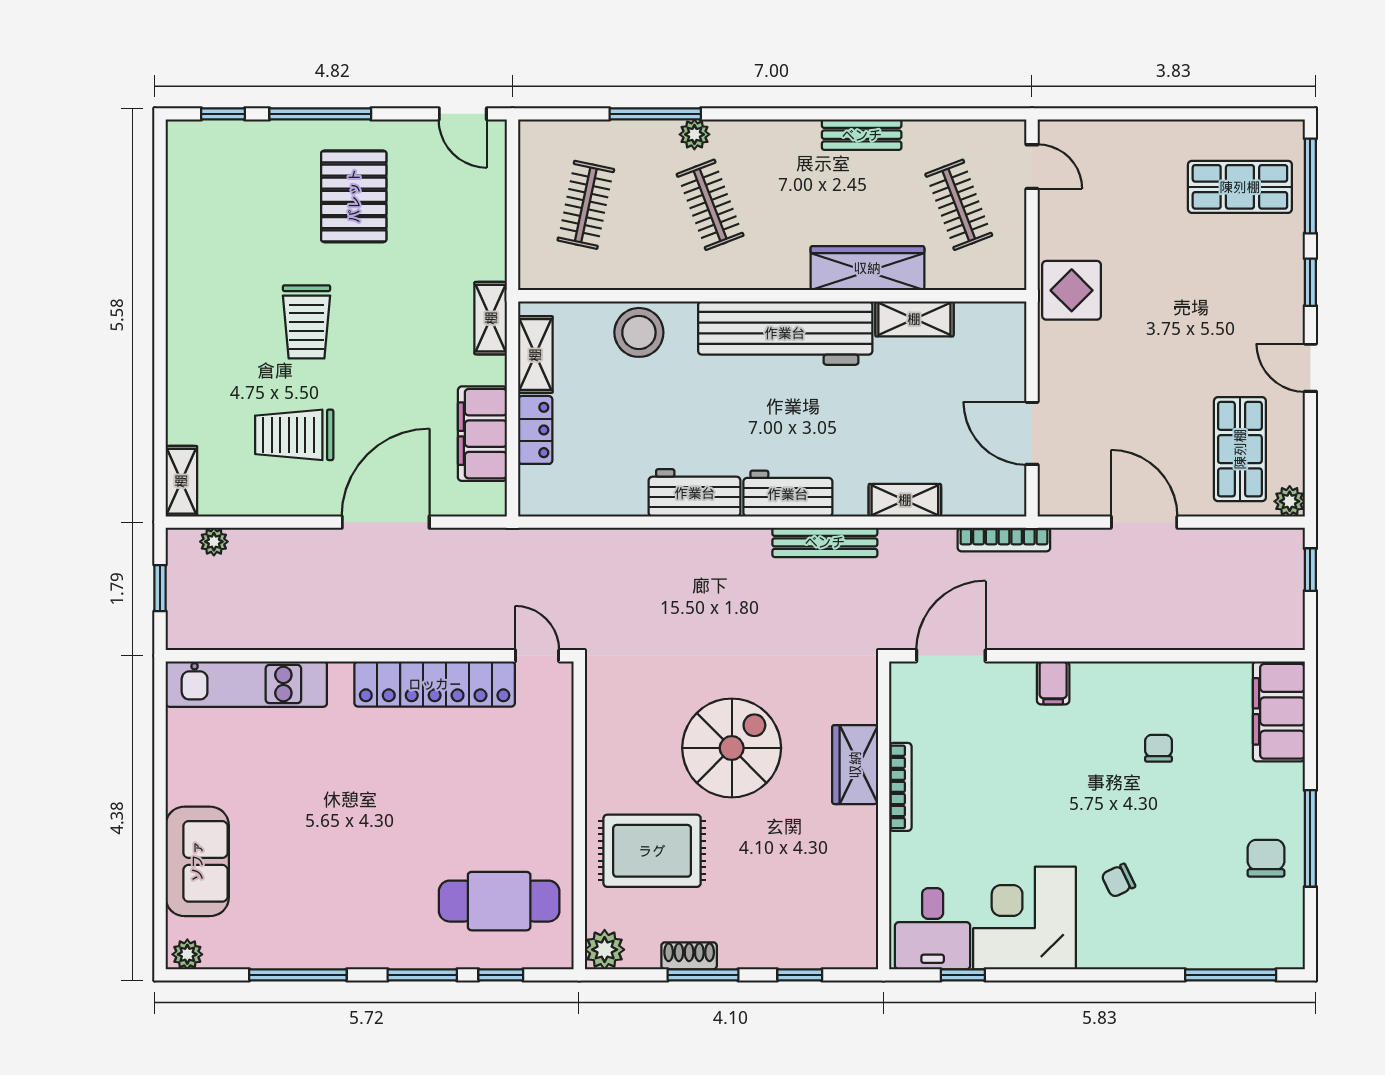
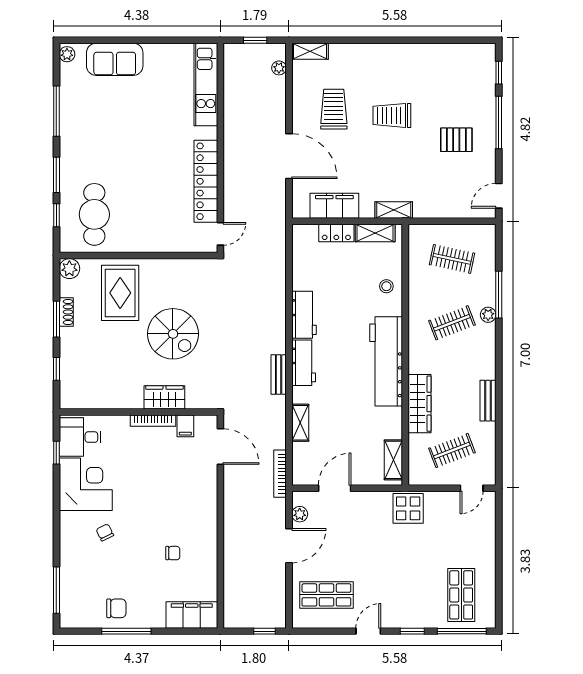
pallet: (354, 196) -> (456, 140), width x0.67, depth x0.71
shelving: (914, 319) -> (393, 460), moved
stool: (639, 332) -> (386, 286), width x0.53, depth x0.53
plant: (1290, 501) -> (300, 514), moved
bench: (825, 542) -> (279, 375), width x0.73
filing cabinet: (1053, 683) -> (185, 426), moved, turned -90

